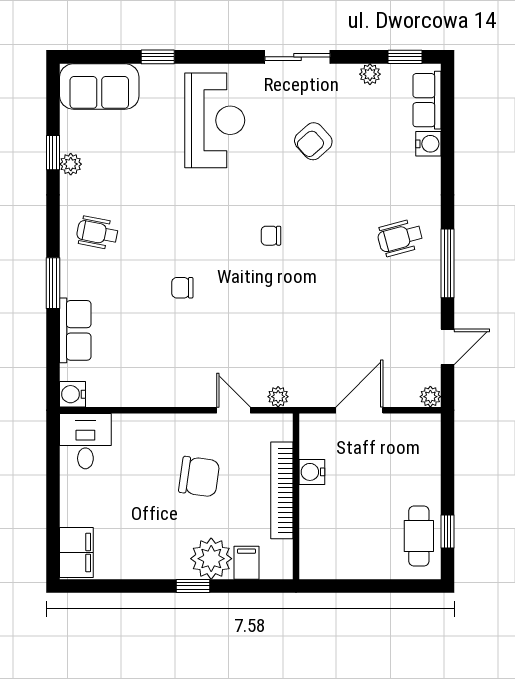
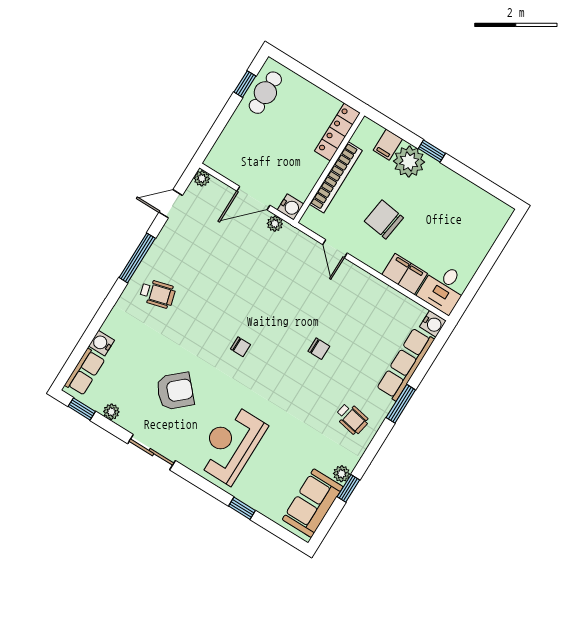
sofa: (99, 86) -> (313, 503), moved, turned -90
armchair: (313, 141) -> (175, 391), width x1.38, depth x1.38
row of seats: (75, 330) -> (405, 364), width x1.48
plant: (278, 397) -> (275, 224), moved
water cooler: (312, 472) -> (291, 207), moved
locker: (312, 542) -> (337, 132), added
filing cabinet: (76, 552) -> (405, 274), moved, turned 90

